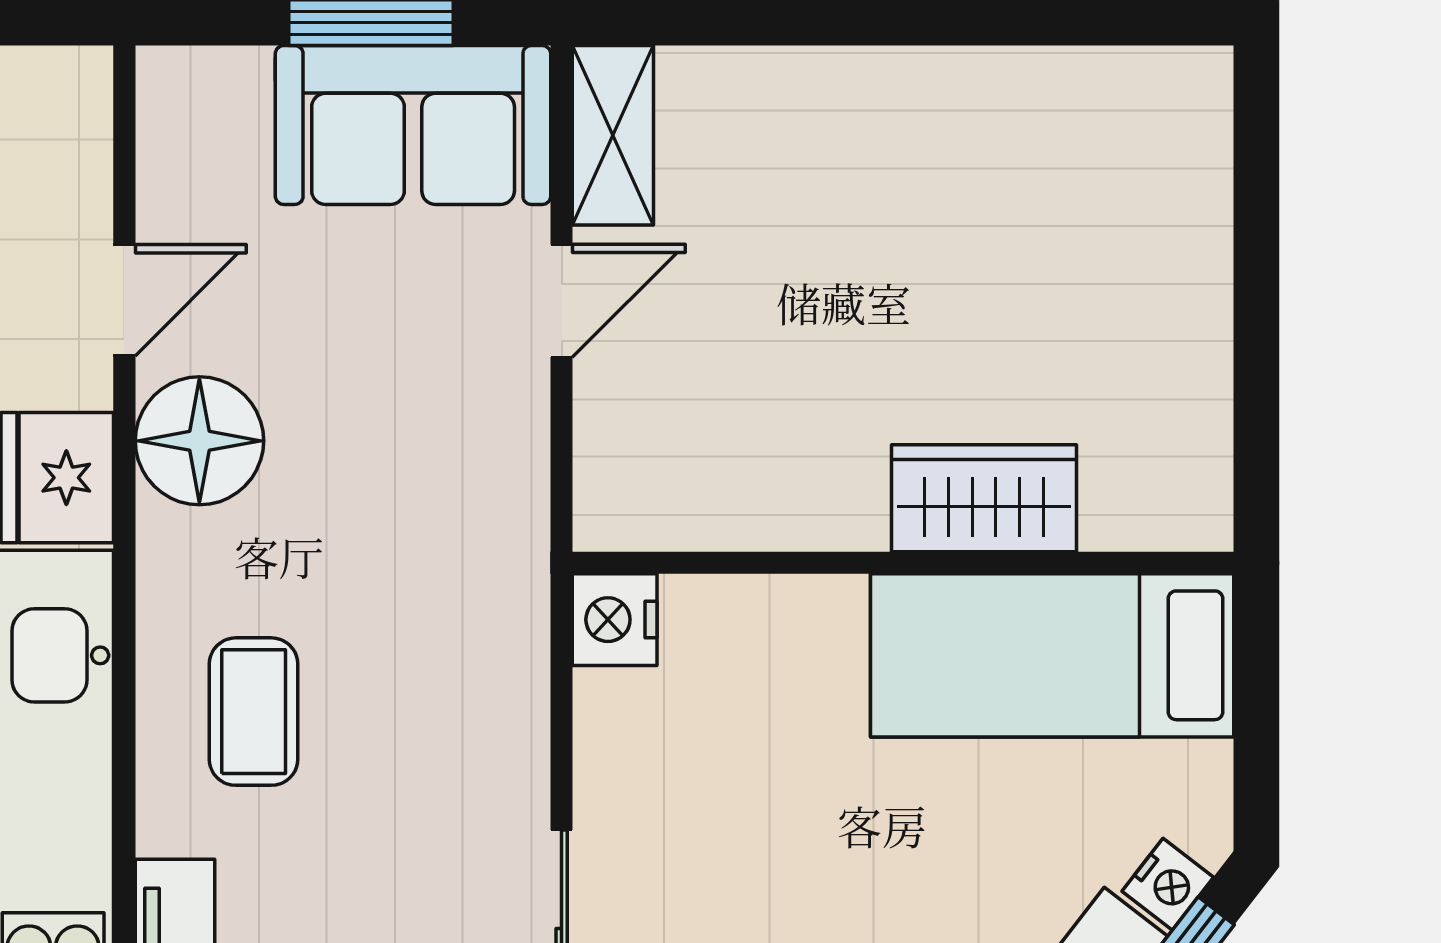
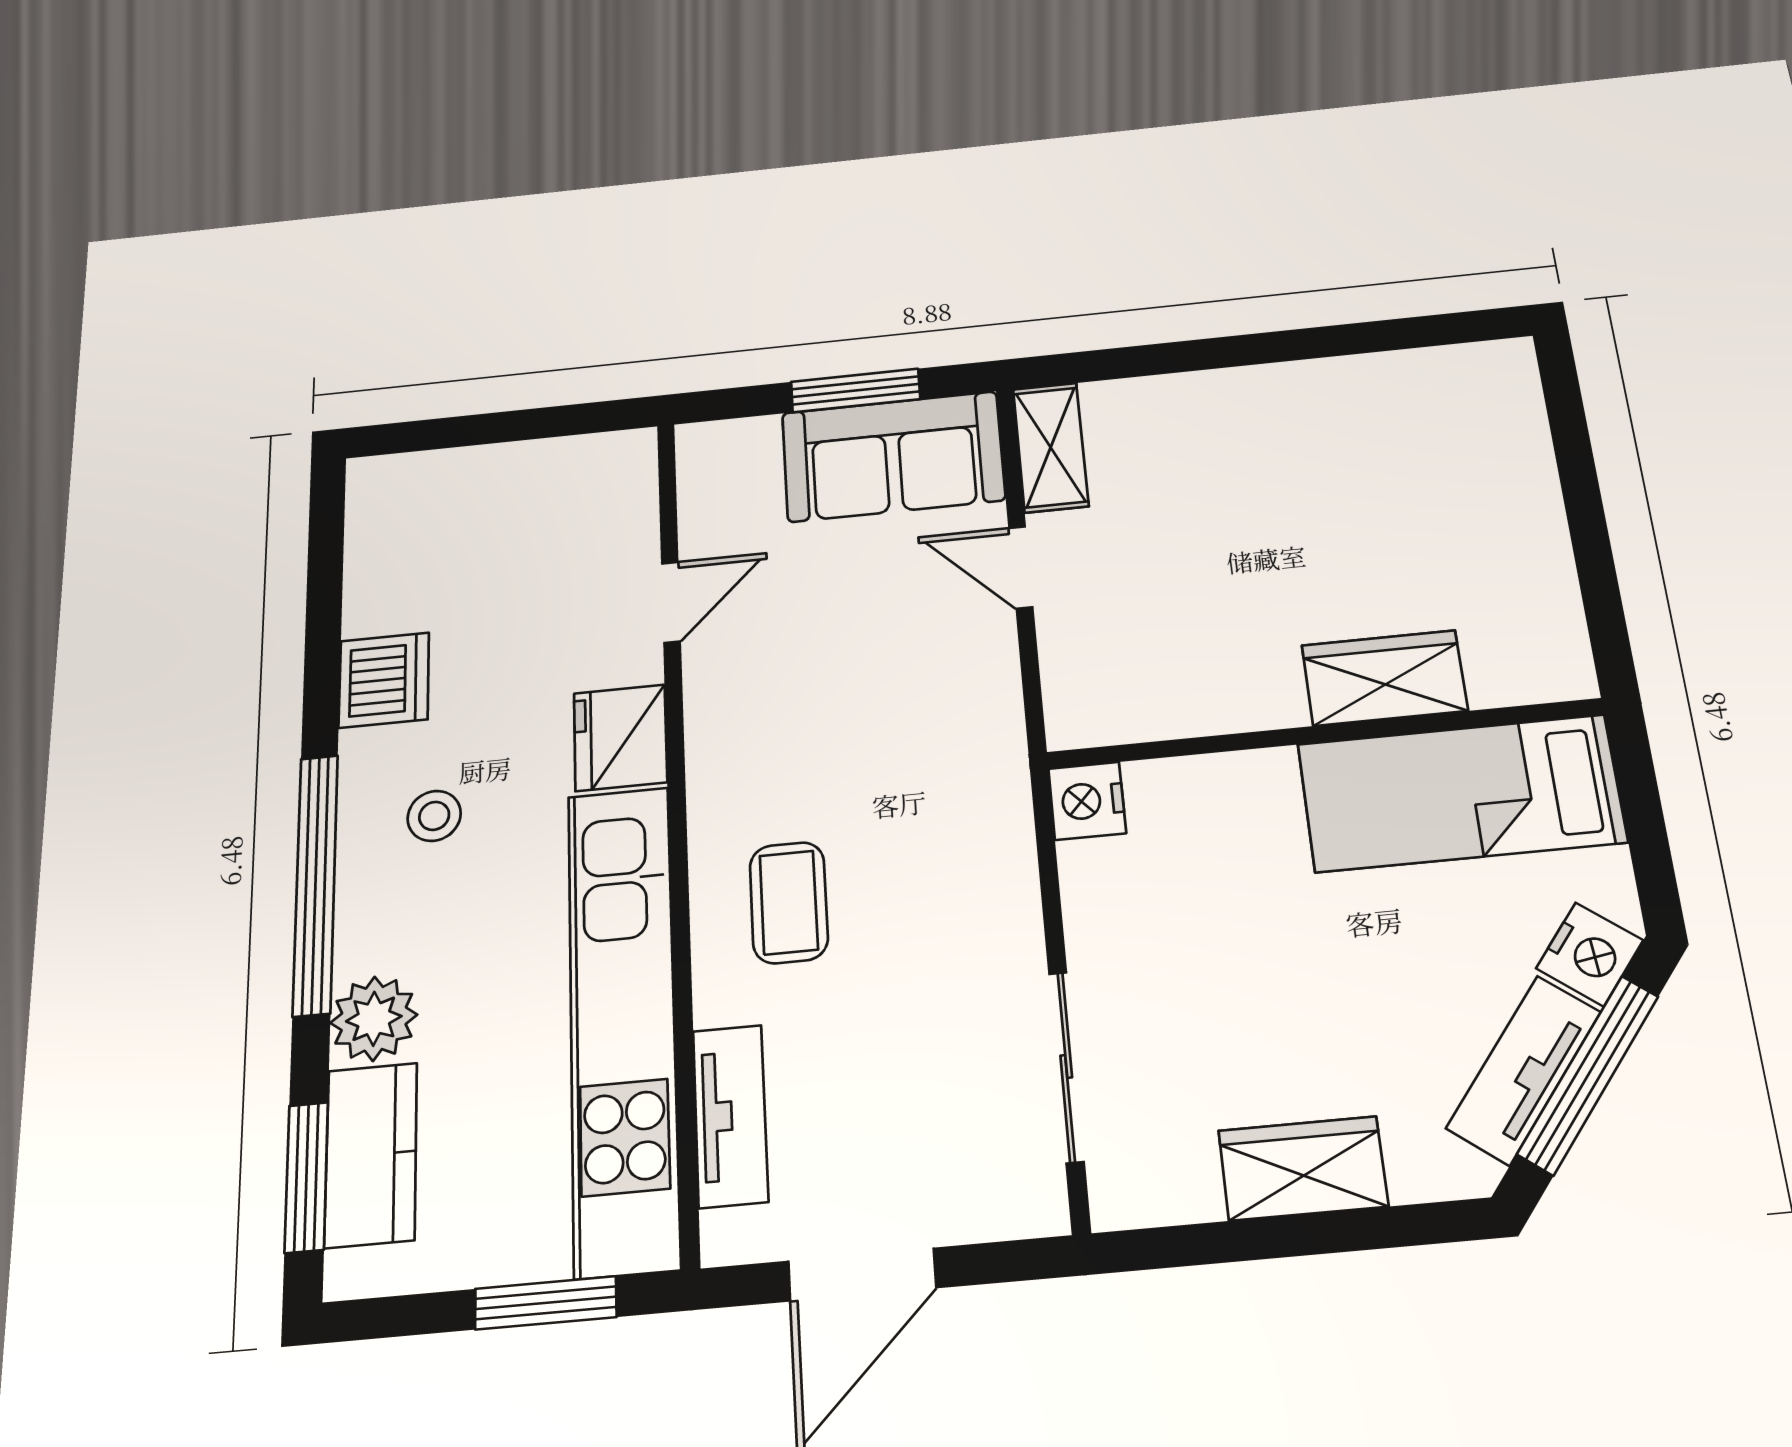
door: (562, 301) -> (1021, 567), swing flipped
floor lamp: (199, 441) -> (735, 699), removed
nightstand: (1168, 884) -> (1590, 954), width x1.39, depth x1.35

